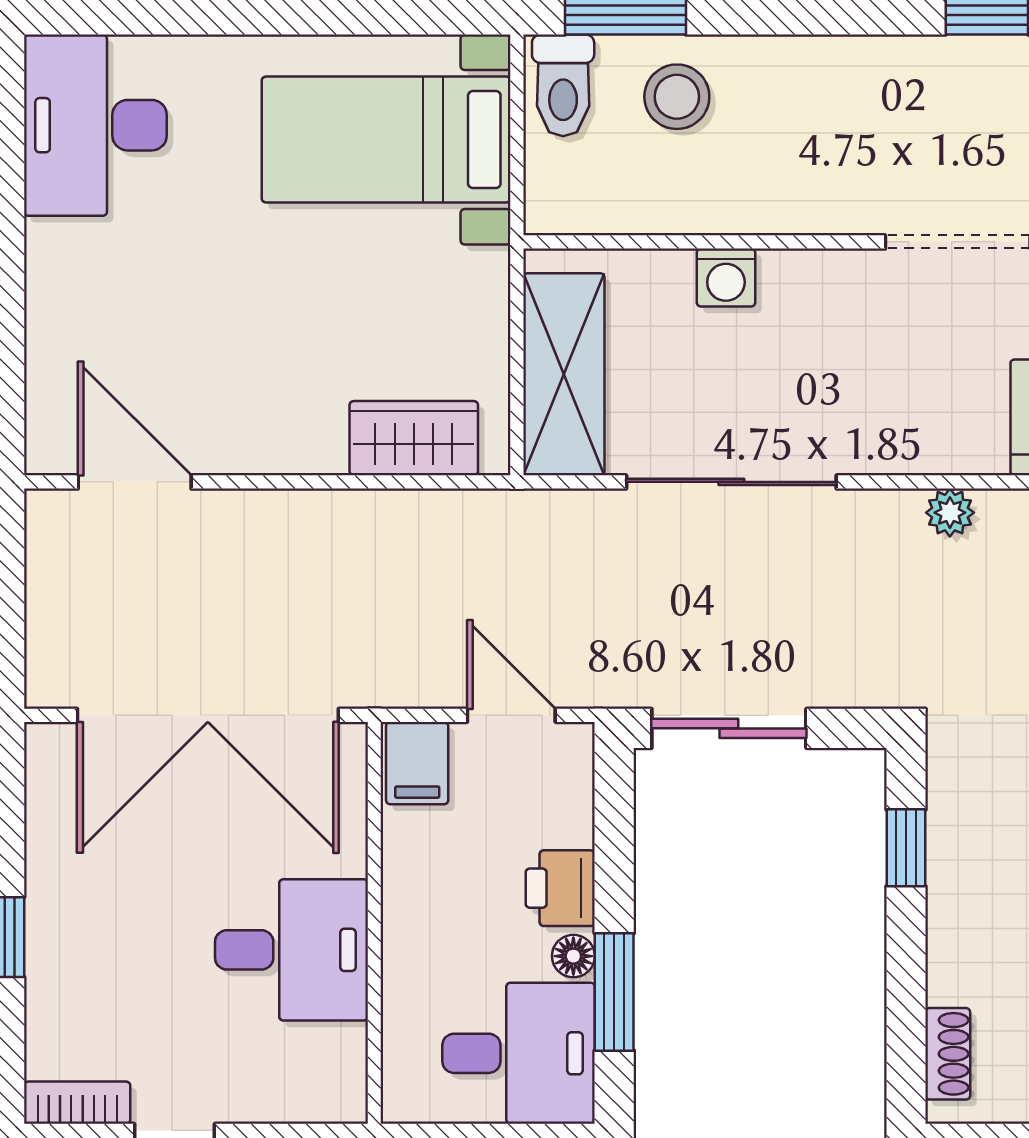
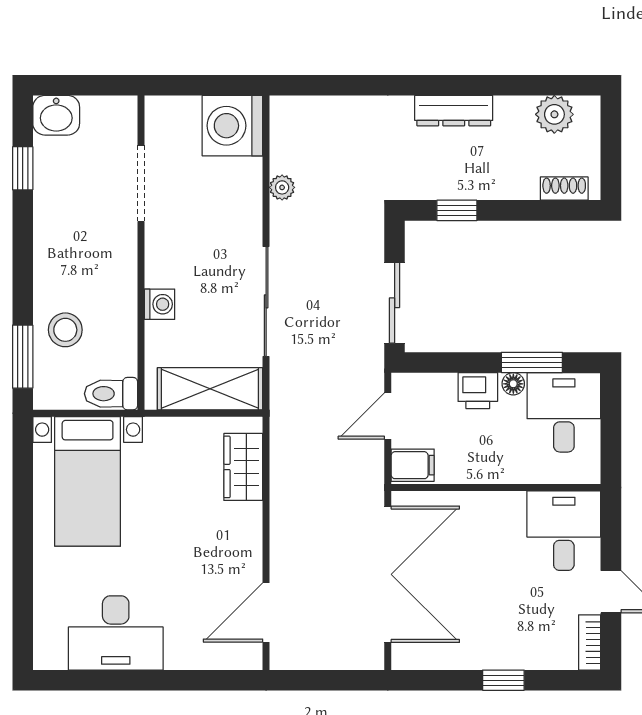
toilet: (563, 85) -> (111, 394), moved, turned 180
desk: (95, 125) -> (116, 633), moved
desk: (291, 950) -> (564, 531), moved

